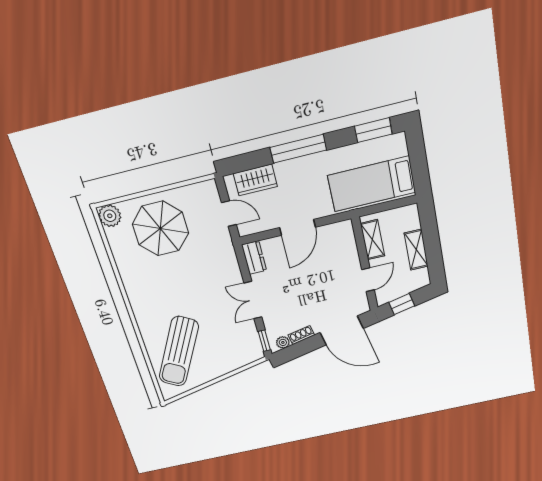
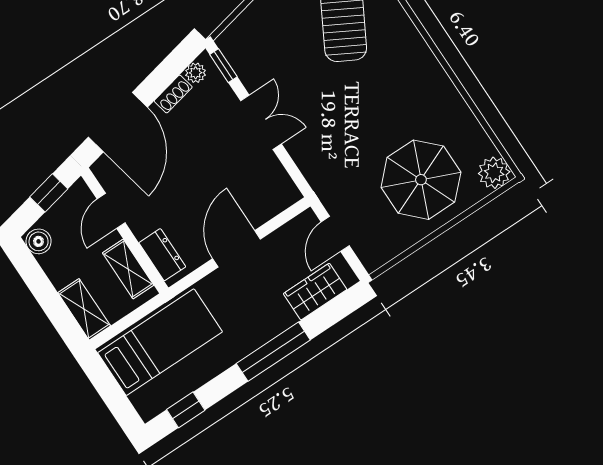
window: (373, 130) -> (186, 410), width x0.67
door: (229, 214) -> (335, 234), hinge flipped
shelving: (416, 250) -> (84, 309), moved
dresser: (254, 258) -> (162, 255), moved, turned 180
boiler: (421, 277) -> (39, 241), added
door: (342, 331) -> (118, 122), swing flipped

